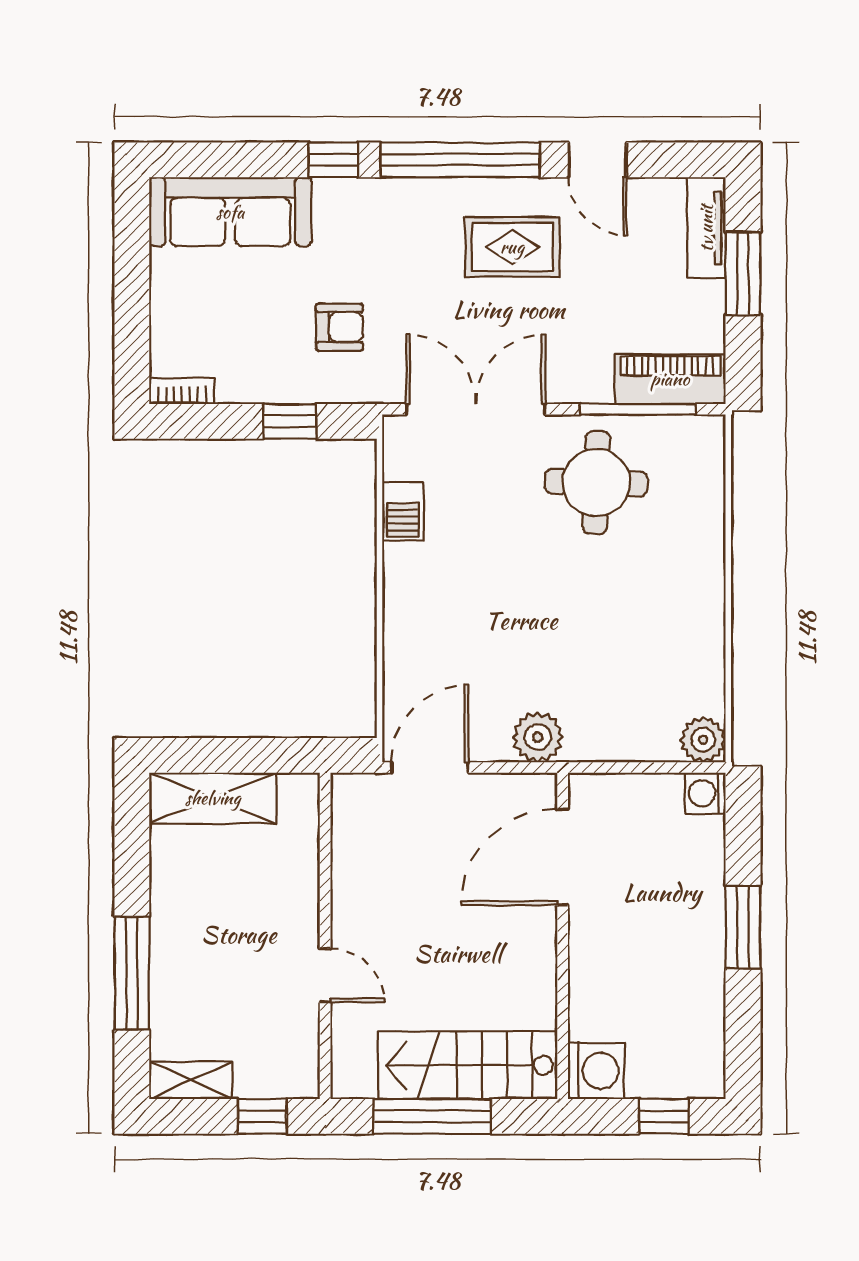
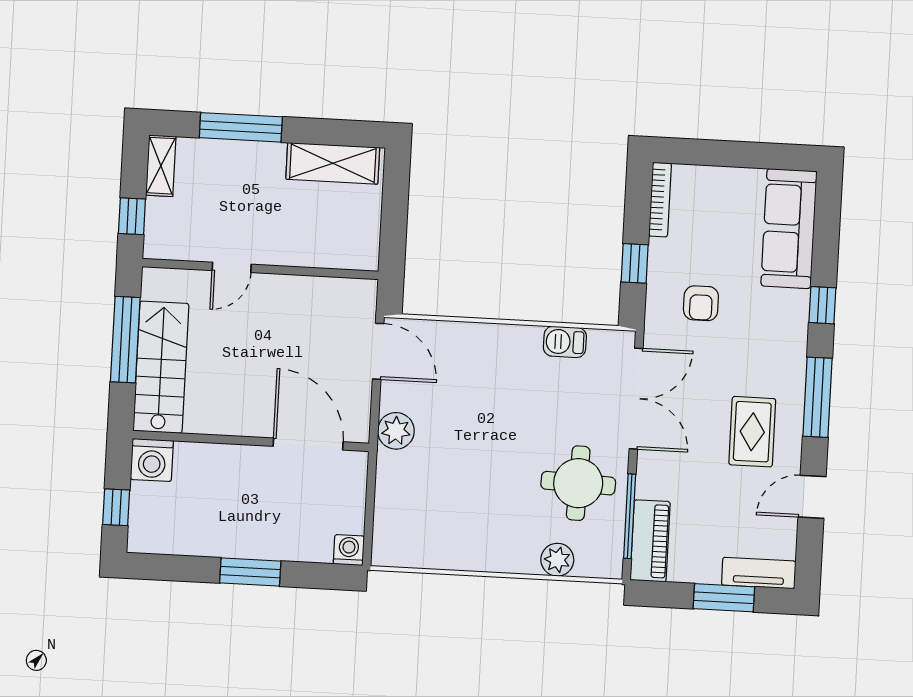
window: (460, 160) -> (817, 397), width x0.68
bookcase: (182, 391) -> (660, 200), width x1.56
plant: (703, 740) -> (557, 560), moved
shelving: (213, 798) -> (333, 163), moved, turned 90

